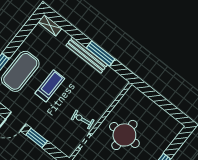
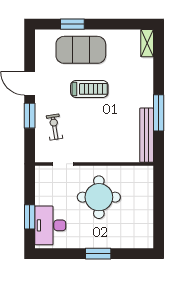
bench: (87, 55) -> (147, 135), moved
exercise bike: (83, 120) -> (54, 127), moved

